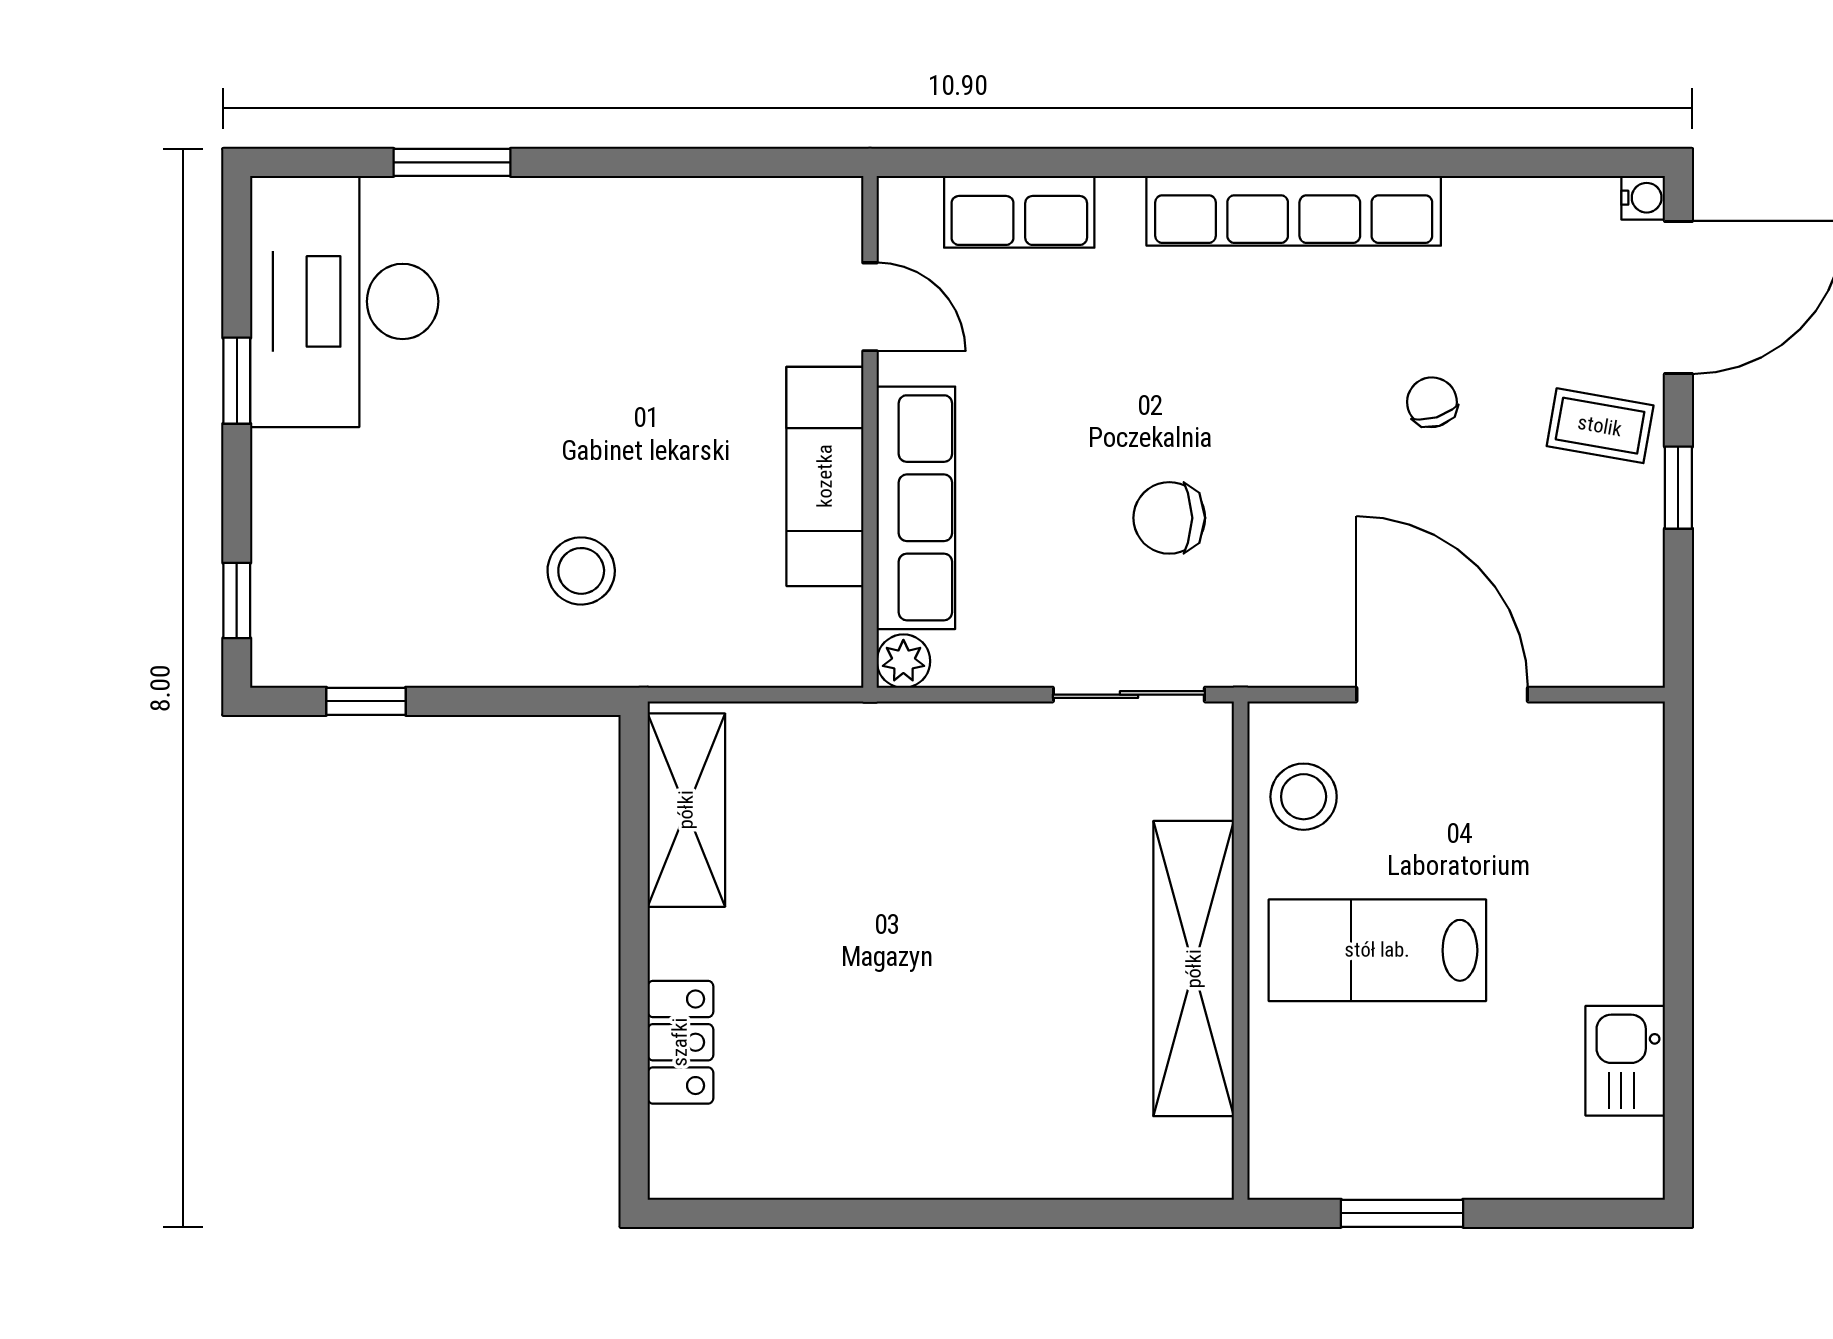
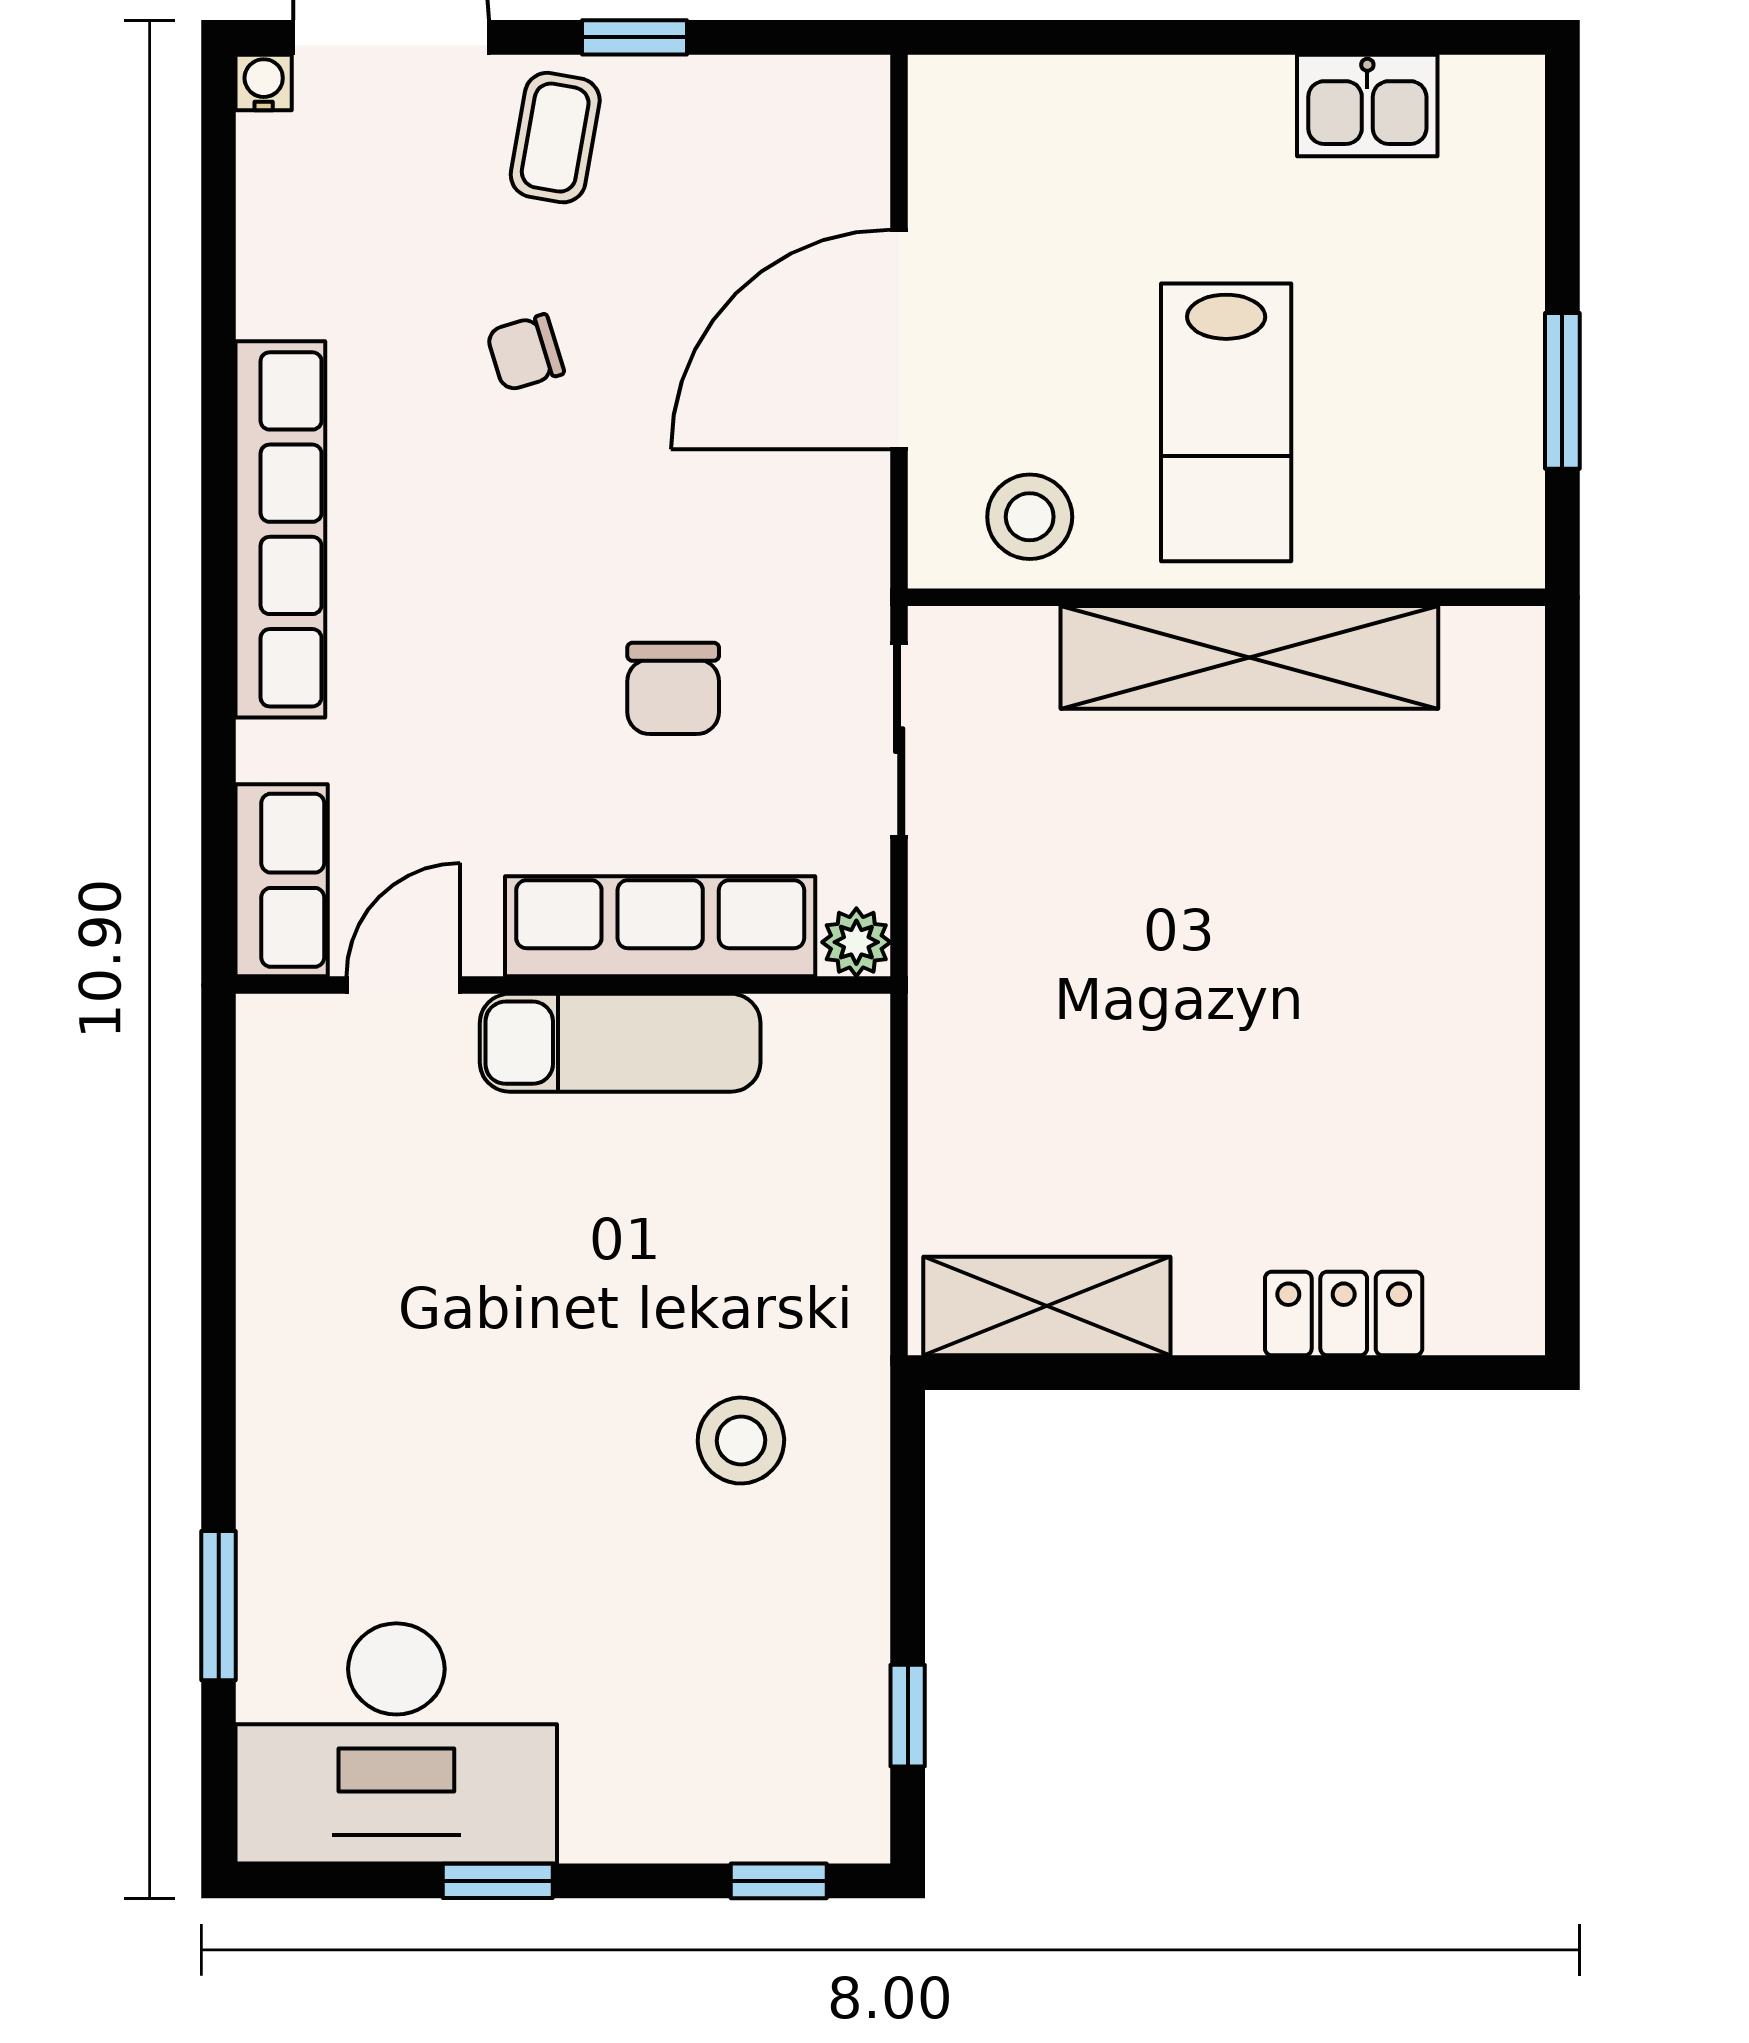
door: (870, 307) -> (403, 985), moved
wall: (870, 432) -> (563, 985), moved
exam couch: (825, 476) -> (620, 1043), moved
row of seats: (916, 508) -> (660, 926), moved
plant: (903, 661) -> (856, 942), moved

